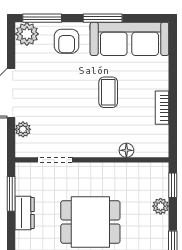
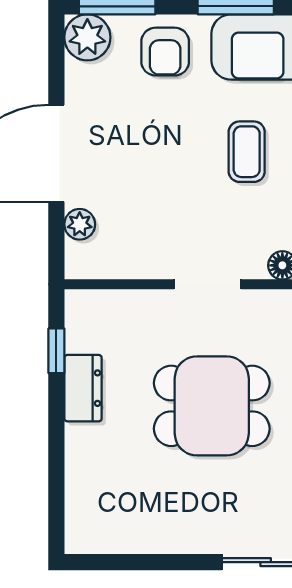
doorway: (55, 160) -> (208, 284), moved
window: (11, 194) -> (56, 351), width x0.67

